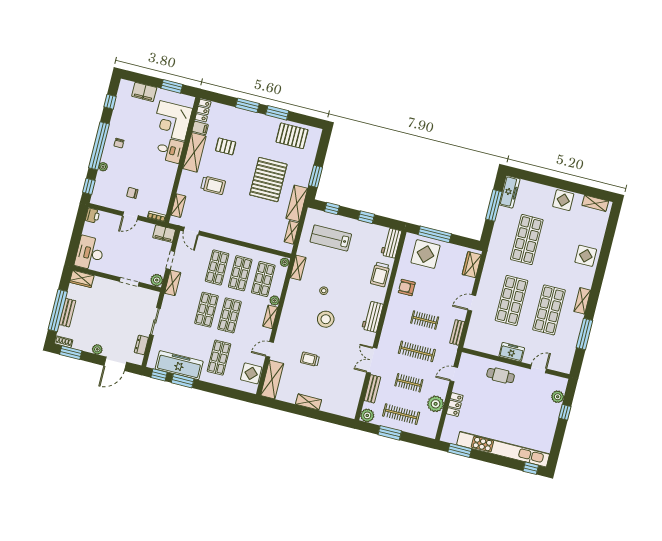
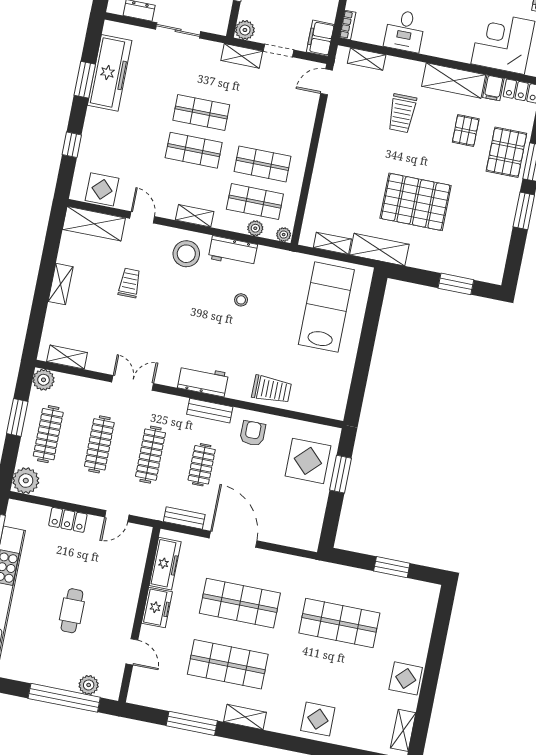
pallet: (292, 136) -> (506, 152), moved
desk: (170, 150) -> (405, 31), moved
window: (316, 176) -> (456, 284), moved
freezer: (509, 192) -> (165, 564), moved, turned -90
window: (494, 205) -> (392, 567), width x0.69
window: (332, 209) -> (374, 307), removed
window: (366, 217) -> (363, 363), removed
window: (435, 234) -> (340, 474), width x0.69
lab bench: (331, 238) -> (326, 307), width x1.36, depth x1.39
workbench: (391, 243) -> (233, 251), moved, turned 180
wardrobe: (472, 265) -> (294, 536), removed
shop shelf: (217, 267) -> (270, 126), removed
shelving: (298, 268) -> (67, 357), moved
trolley: (380, 274) -> (272, 389), turned 180
plant: (275, 300) -> (255, 228), moved
door: (472, 303) -> (233, 539), width x1.87
stool: (326, 319) -> (186, 254), moved
shop shelf: (219, 358) -> (125, 136), removed
door: (454, 374) -> (117, 516), swing flipped
window: (159, 375) -> (72, 145), moved
cafe table: (501, 375) -> (72, 611), moved
clothes rail: (409, 383) -> (99, 444), width x1.36
bench: (372, 389) -> (210, 411), moved
plant: (436, 404) -> (26, 481), moved
window: (565, 412) -> (64, 698), width x3.17

